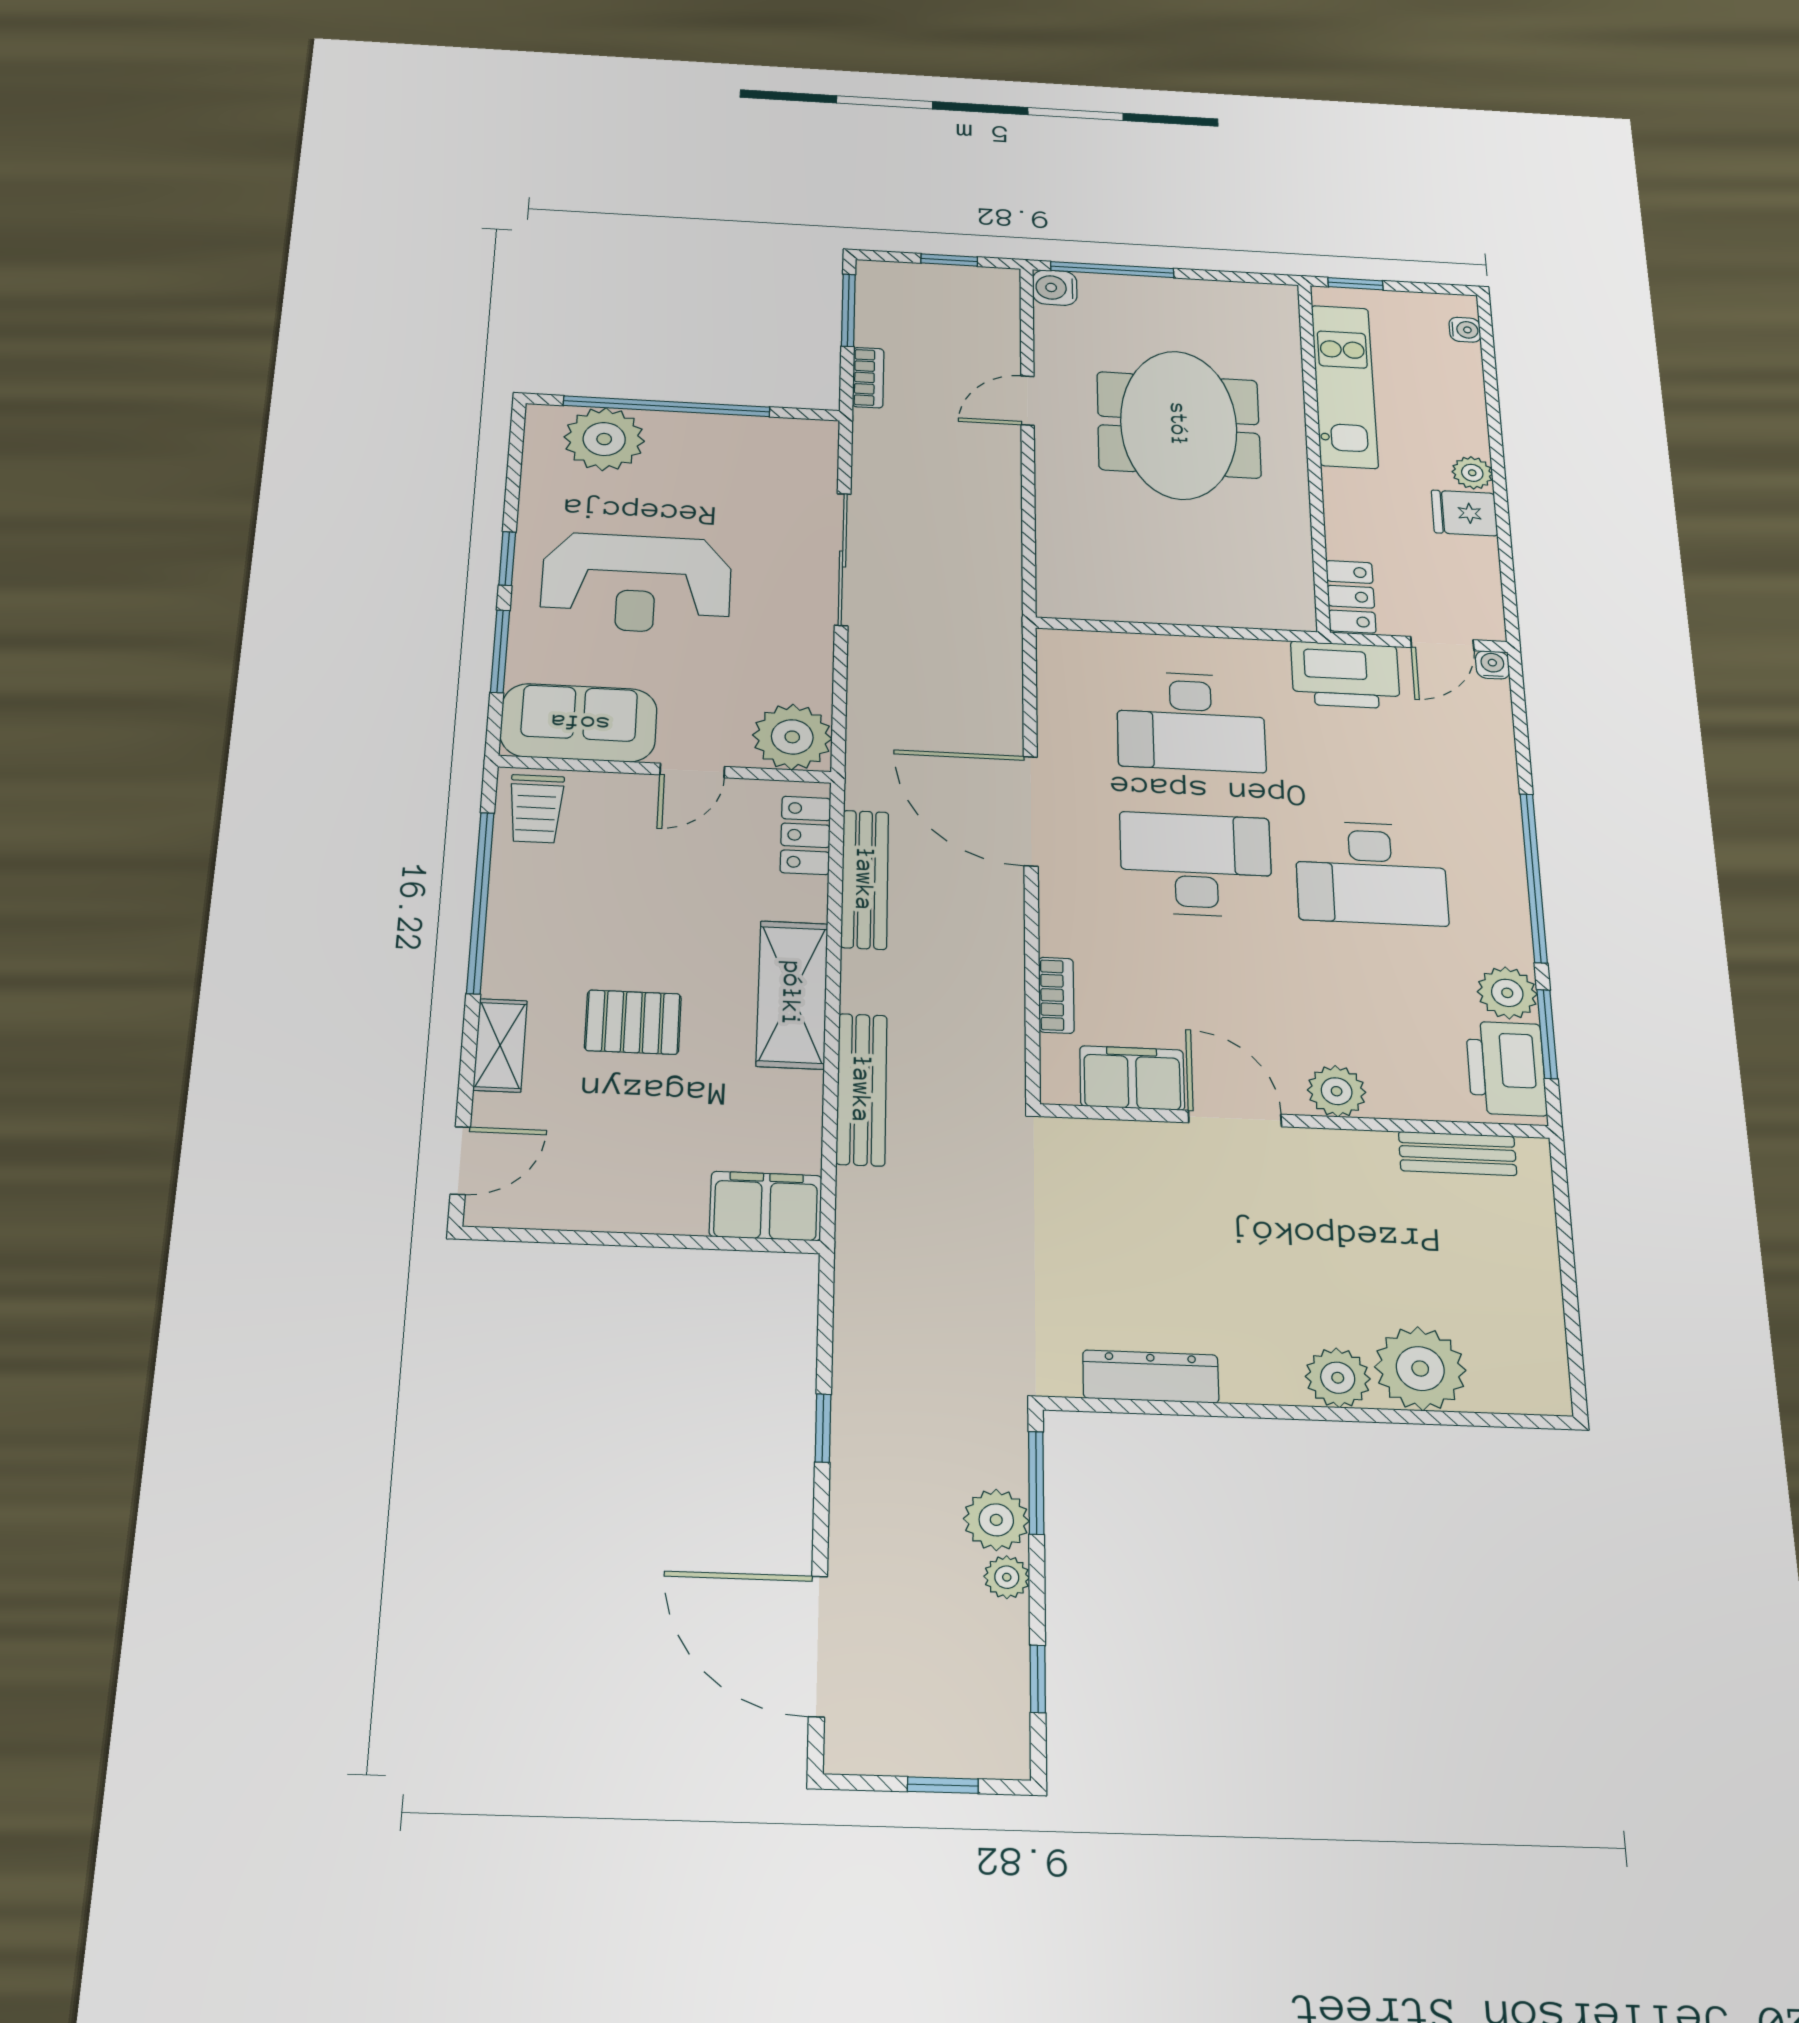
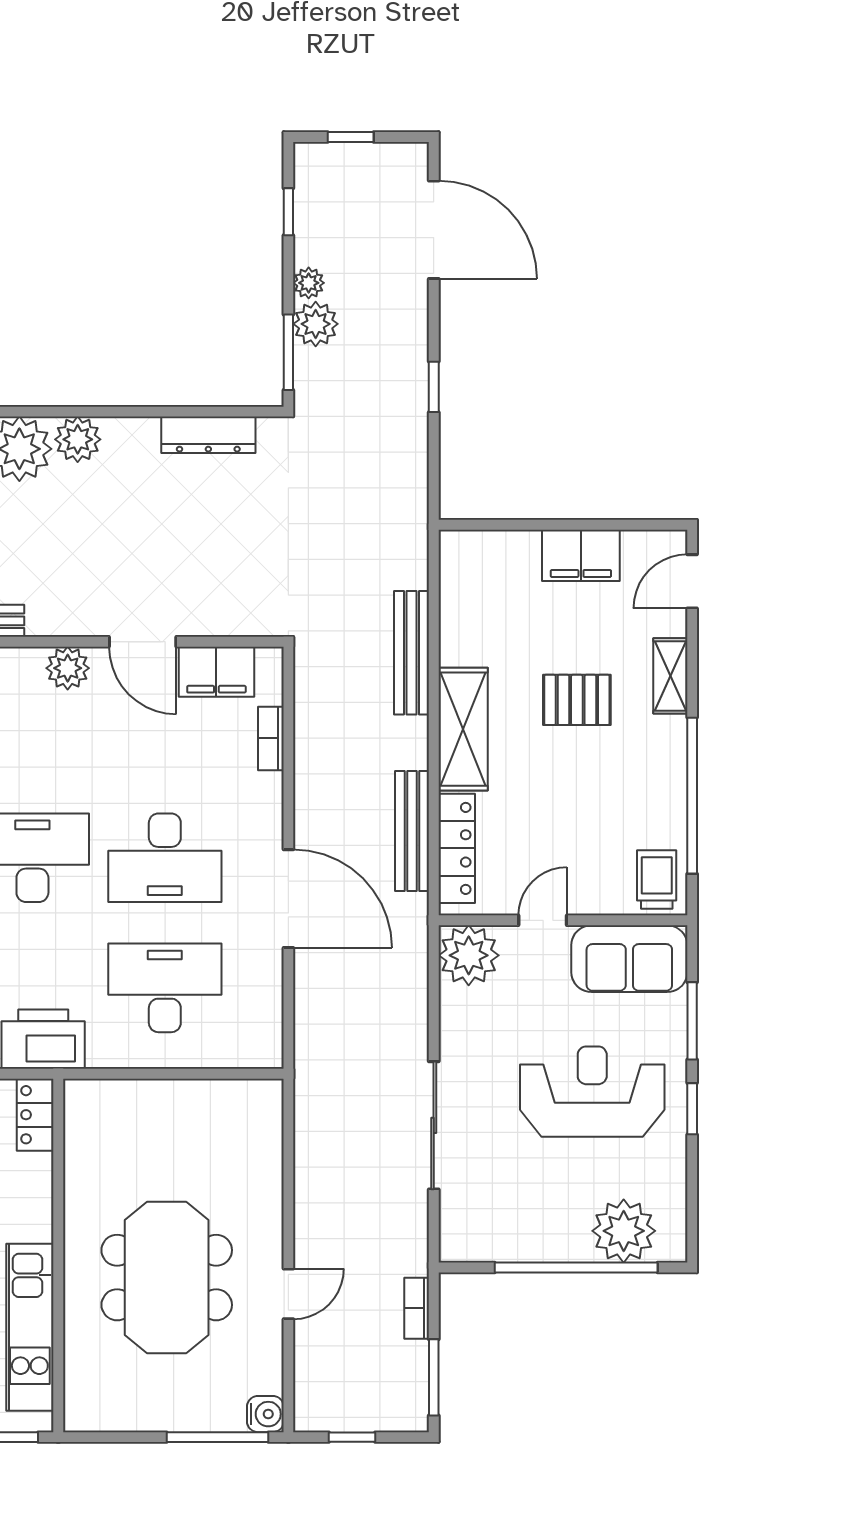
locker: (806, 835) -> (457, 848), width x1.53
filing cabinet: (766, 1206) -> (581, 555), moved

